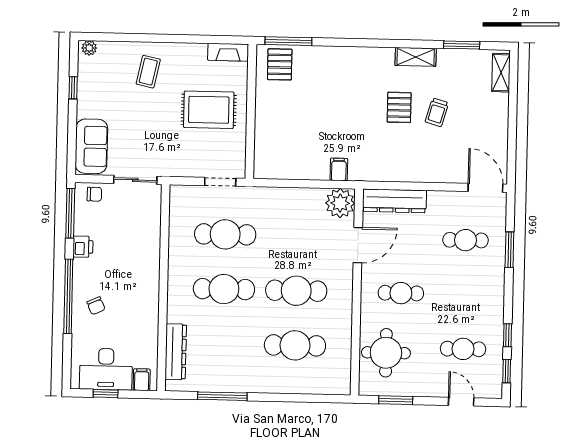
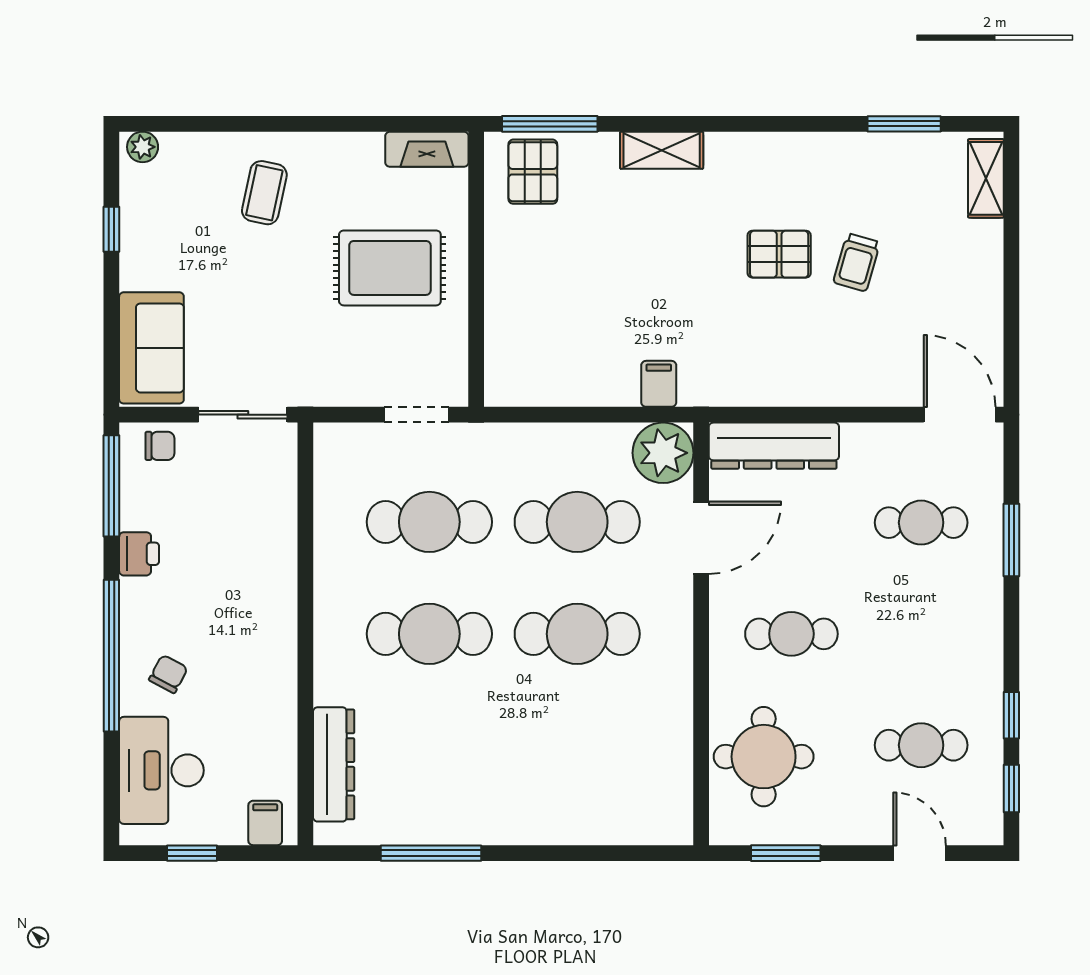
shelving: (416, 57) -> (662, 150), moved
pallet: (399, 107) -> (779, 254), turned 90
chair: (96, 306) -> (168, 674), turned -128
cafe table: (295, 345) -> (577, 522), moved
desk: (106, 369) -> (161, 770), moved, turned 90

